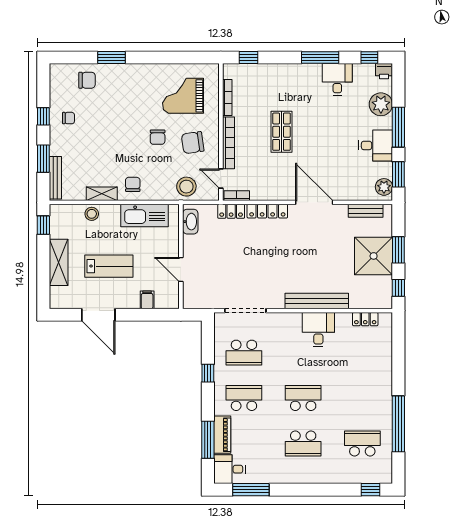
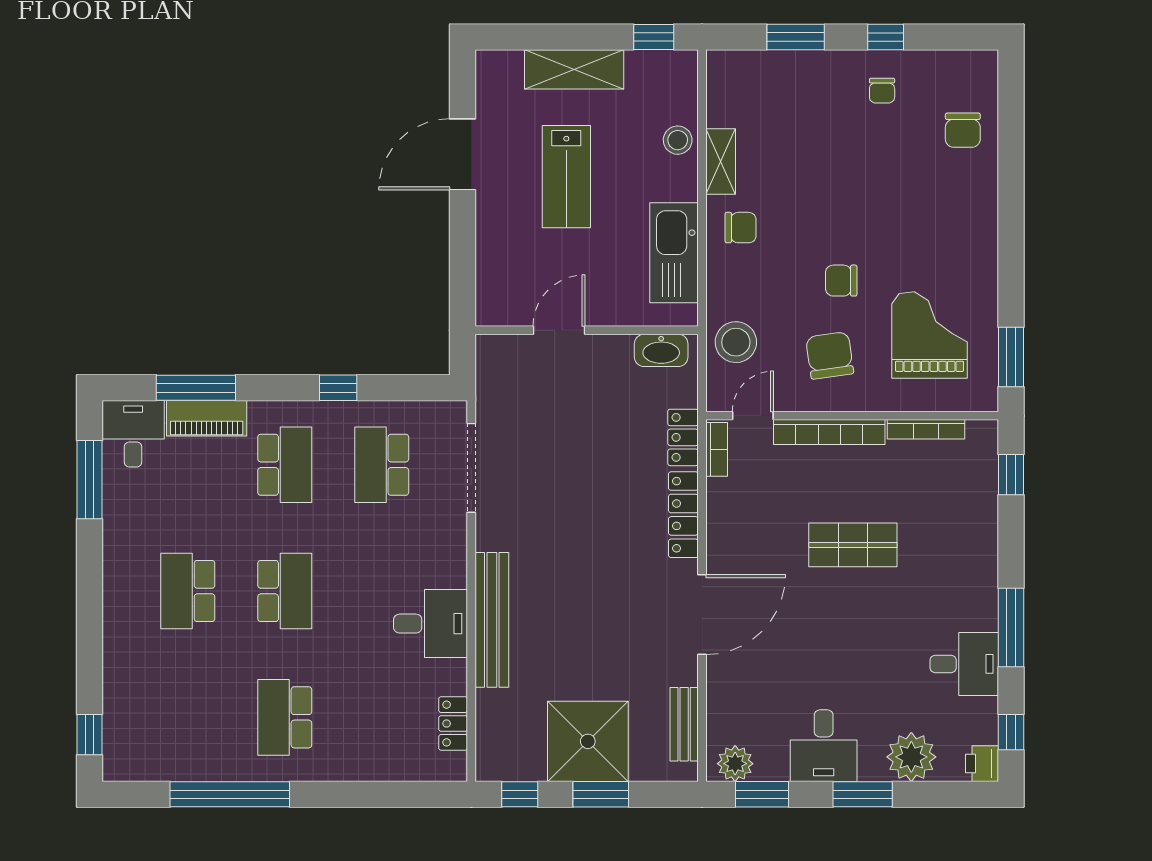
window: (112, 58) -> (1011, 357), moved
window: (398, 127) -> (863, 794), width x0.69
bench: (55, 178) -> (755, 62), removed
filing cabinet: (147, 300) -> (494, 258), removed
school desk: (362, 443) -> (285, 717), moved, turned 180

